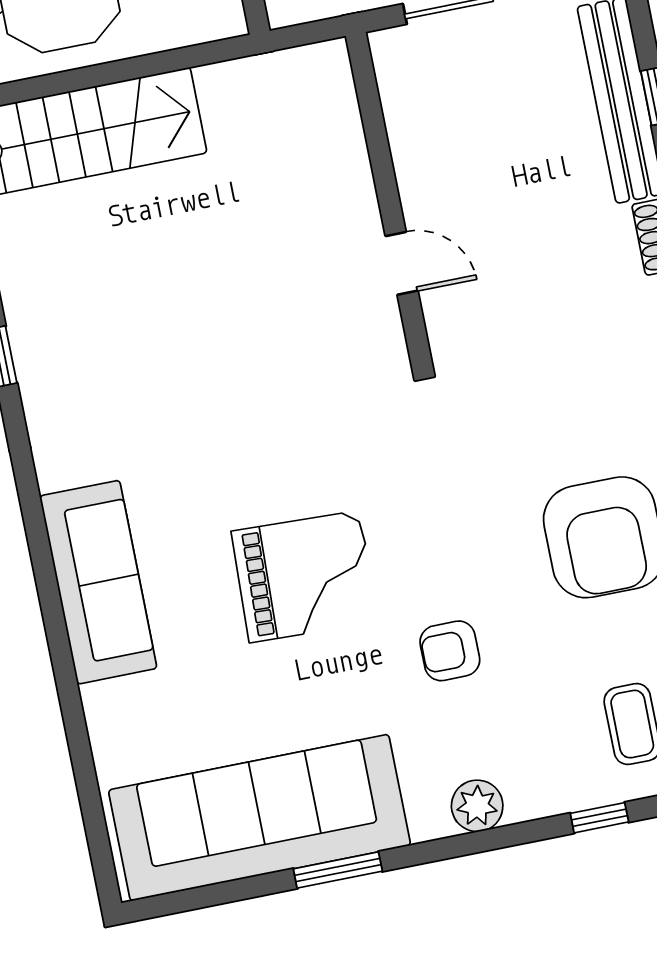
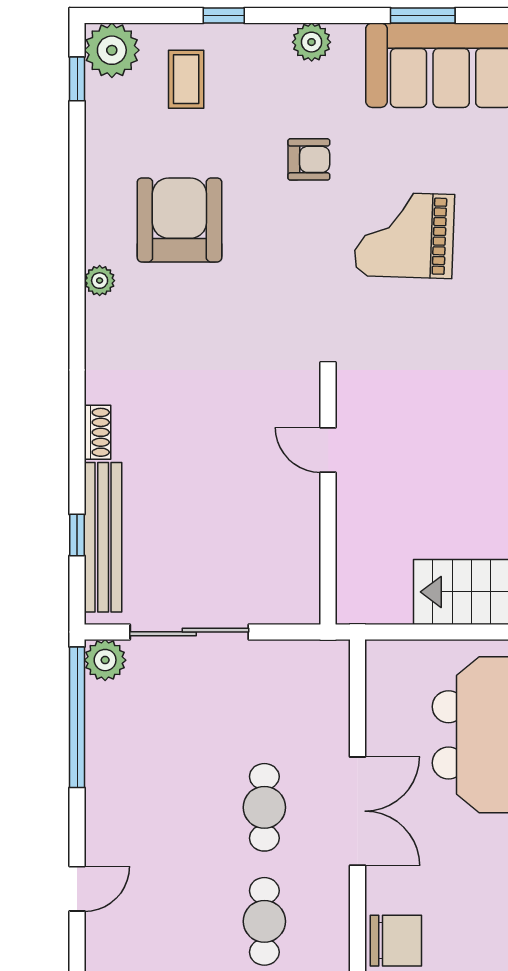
wall: (388, 196) -> (328, 501), moved
door: (402, 263) -> (328, 450), moved

